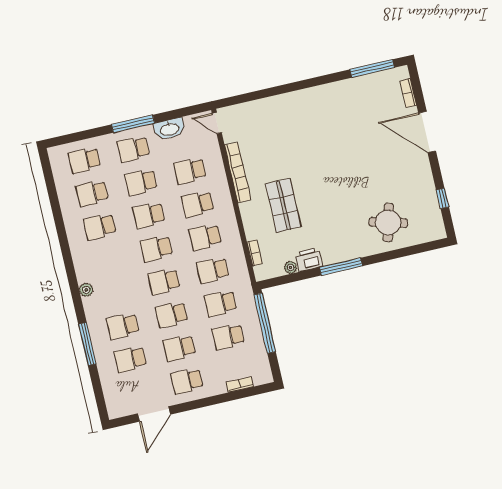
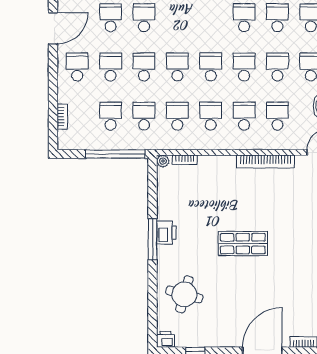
shop shelf: (283, 205) -> (243, 244), moved
printer: (437, 231) -> (165, 339), added
printer: (309, 260) -> (166, 233), moved
plant: (291, 267) -> (163, 161), moved
door: (154, 414) -> (53, 28), swing flipped

